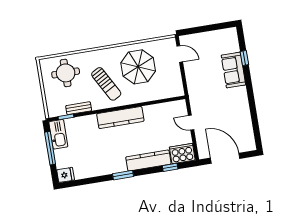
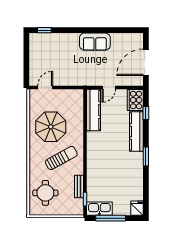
window: (244, 58) -> (44, 30), moved
sofa: (233, 70) -> (95, 42), moved
kitchen counter: (120, 117) -> (94, 110), moved

